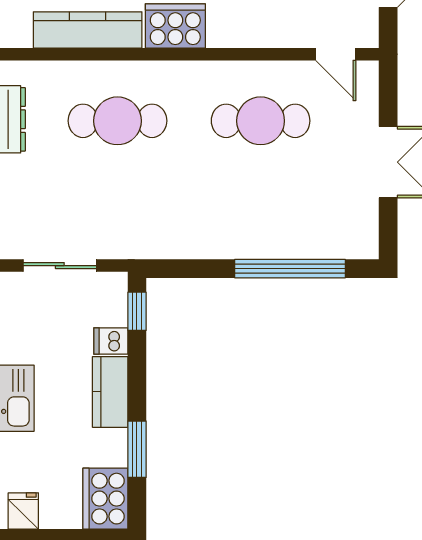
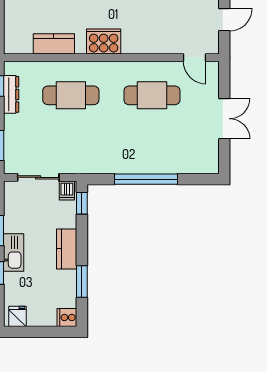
kitchen counter: (88, 30) -> (54, 44), width x0.67
window: (290, 269) -> (146, 179), moved
dishwasher: (111, 341) -> (67, 190), moved, turned -90
cooker: (105, 499) -> (67, 317), width x0.53, depth x0.76

